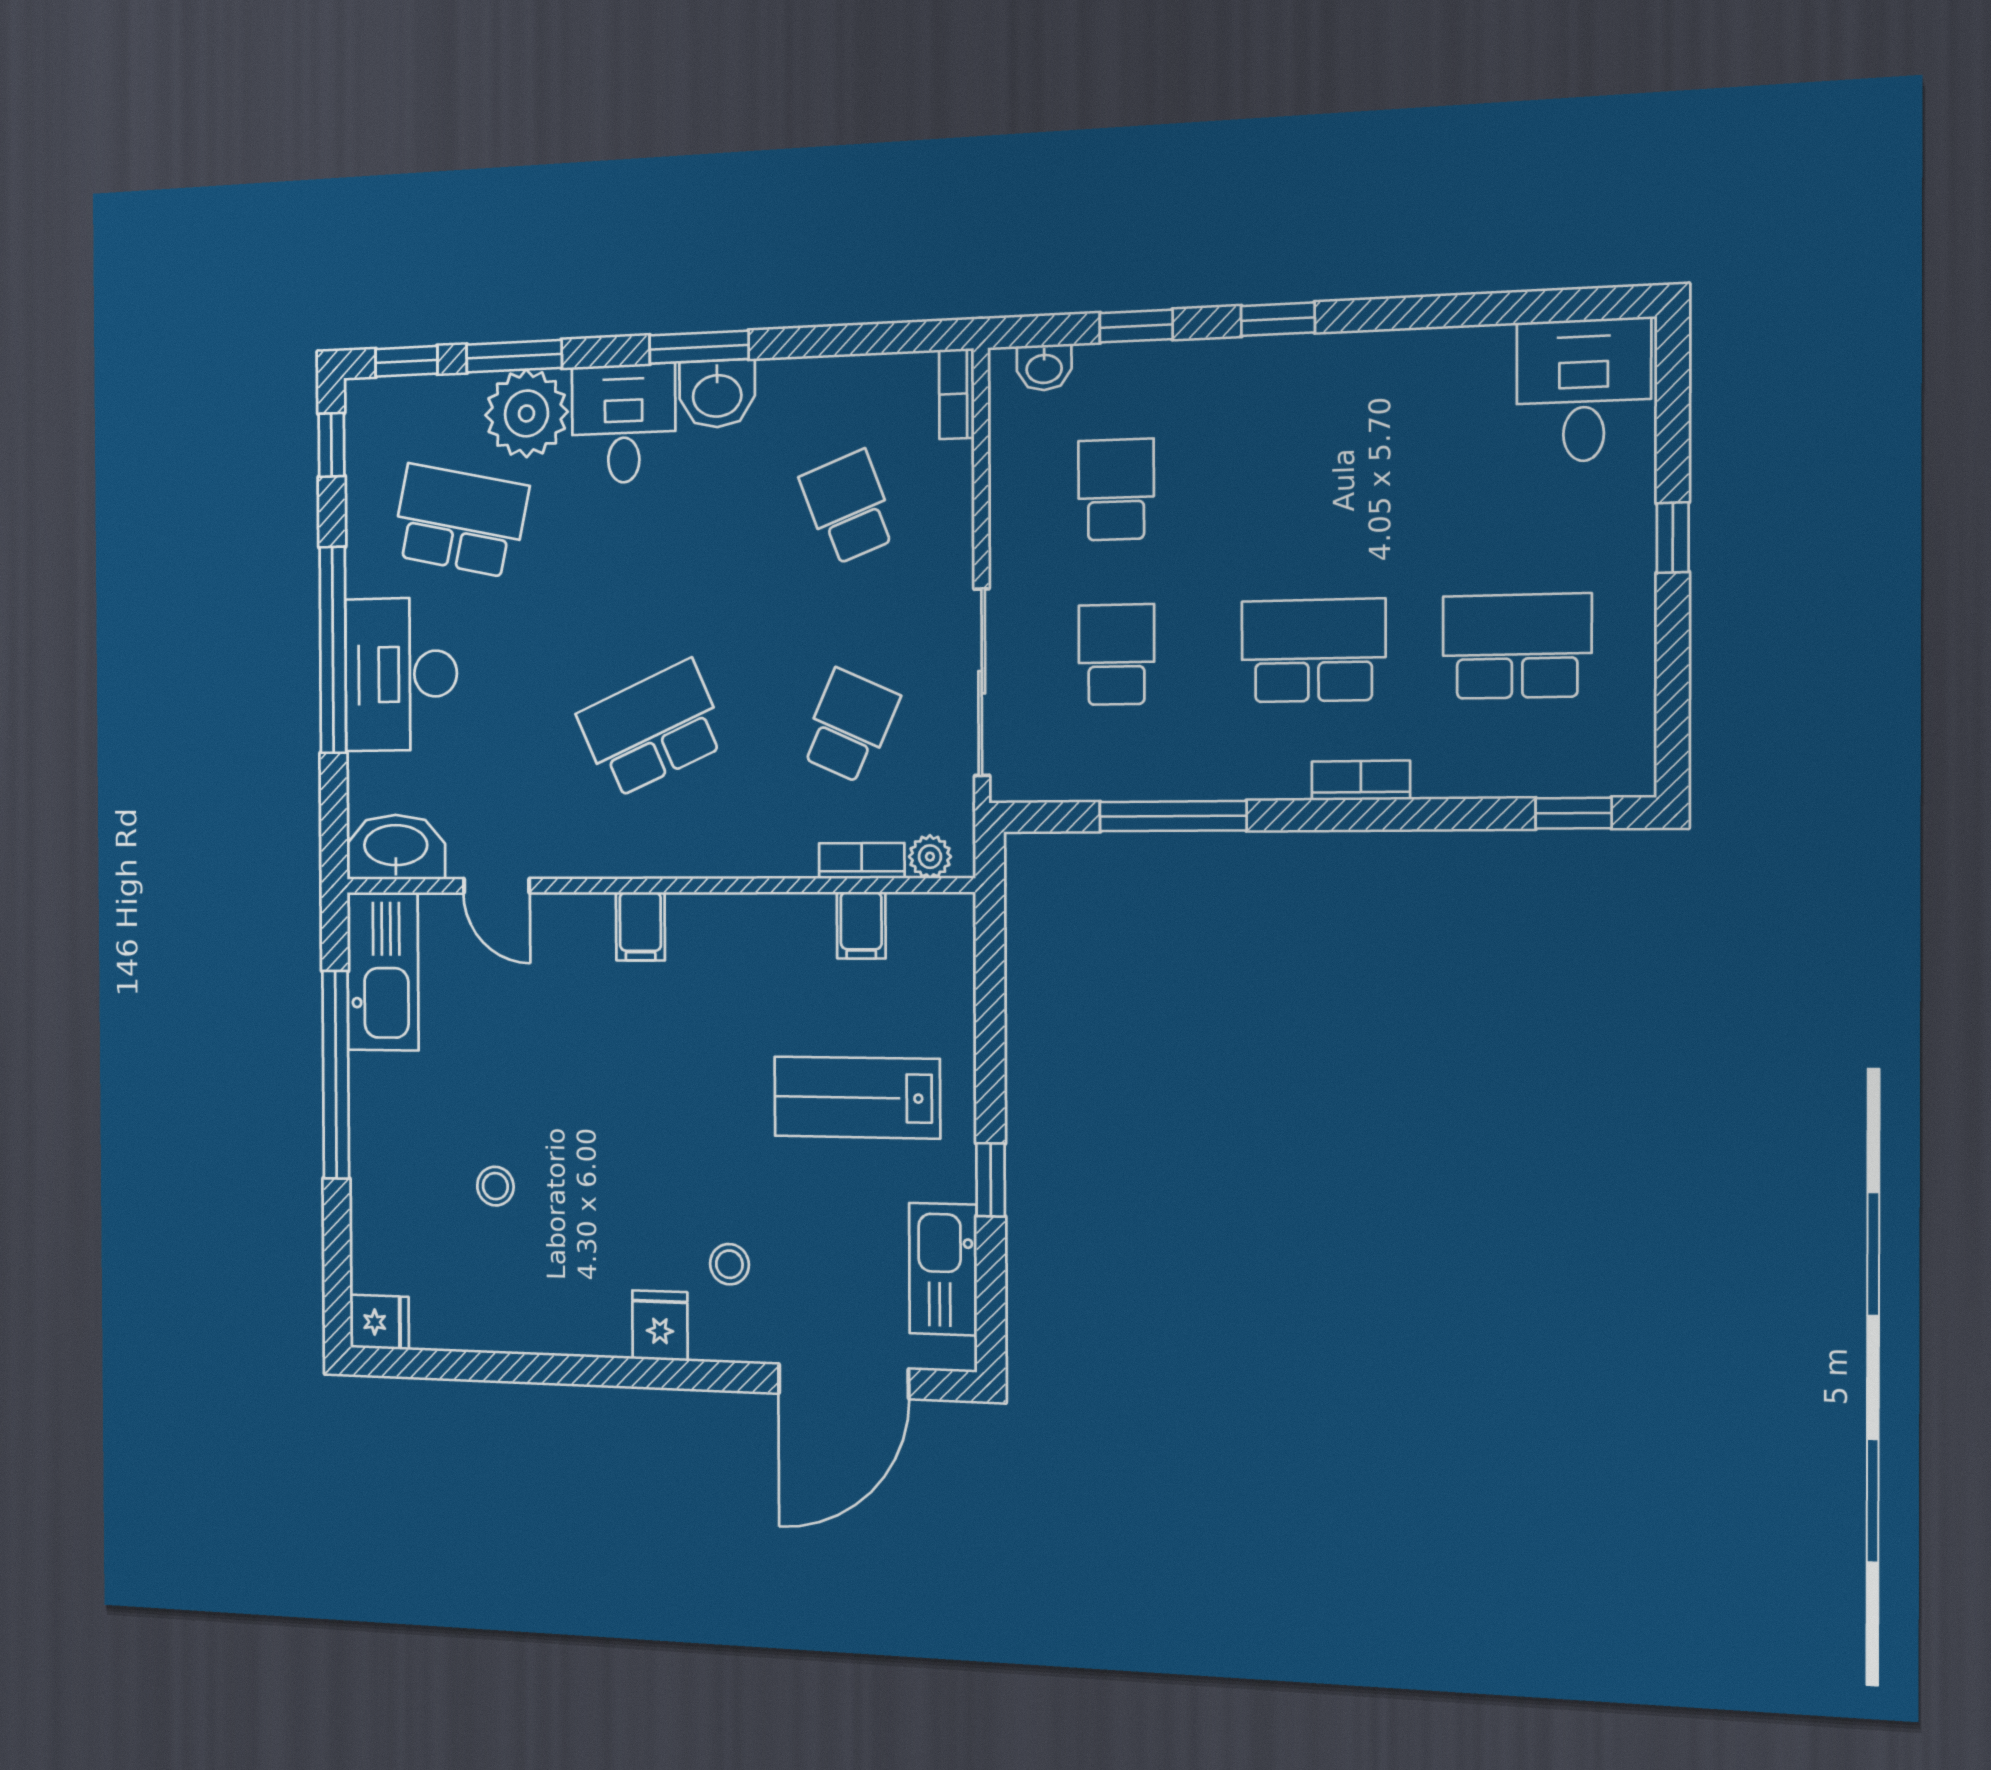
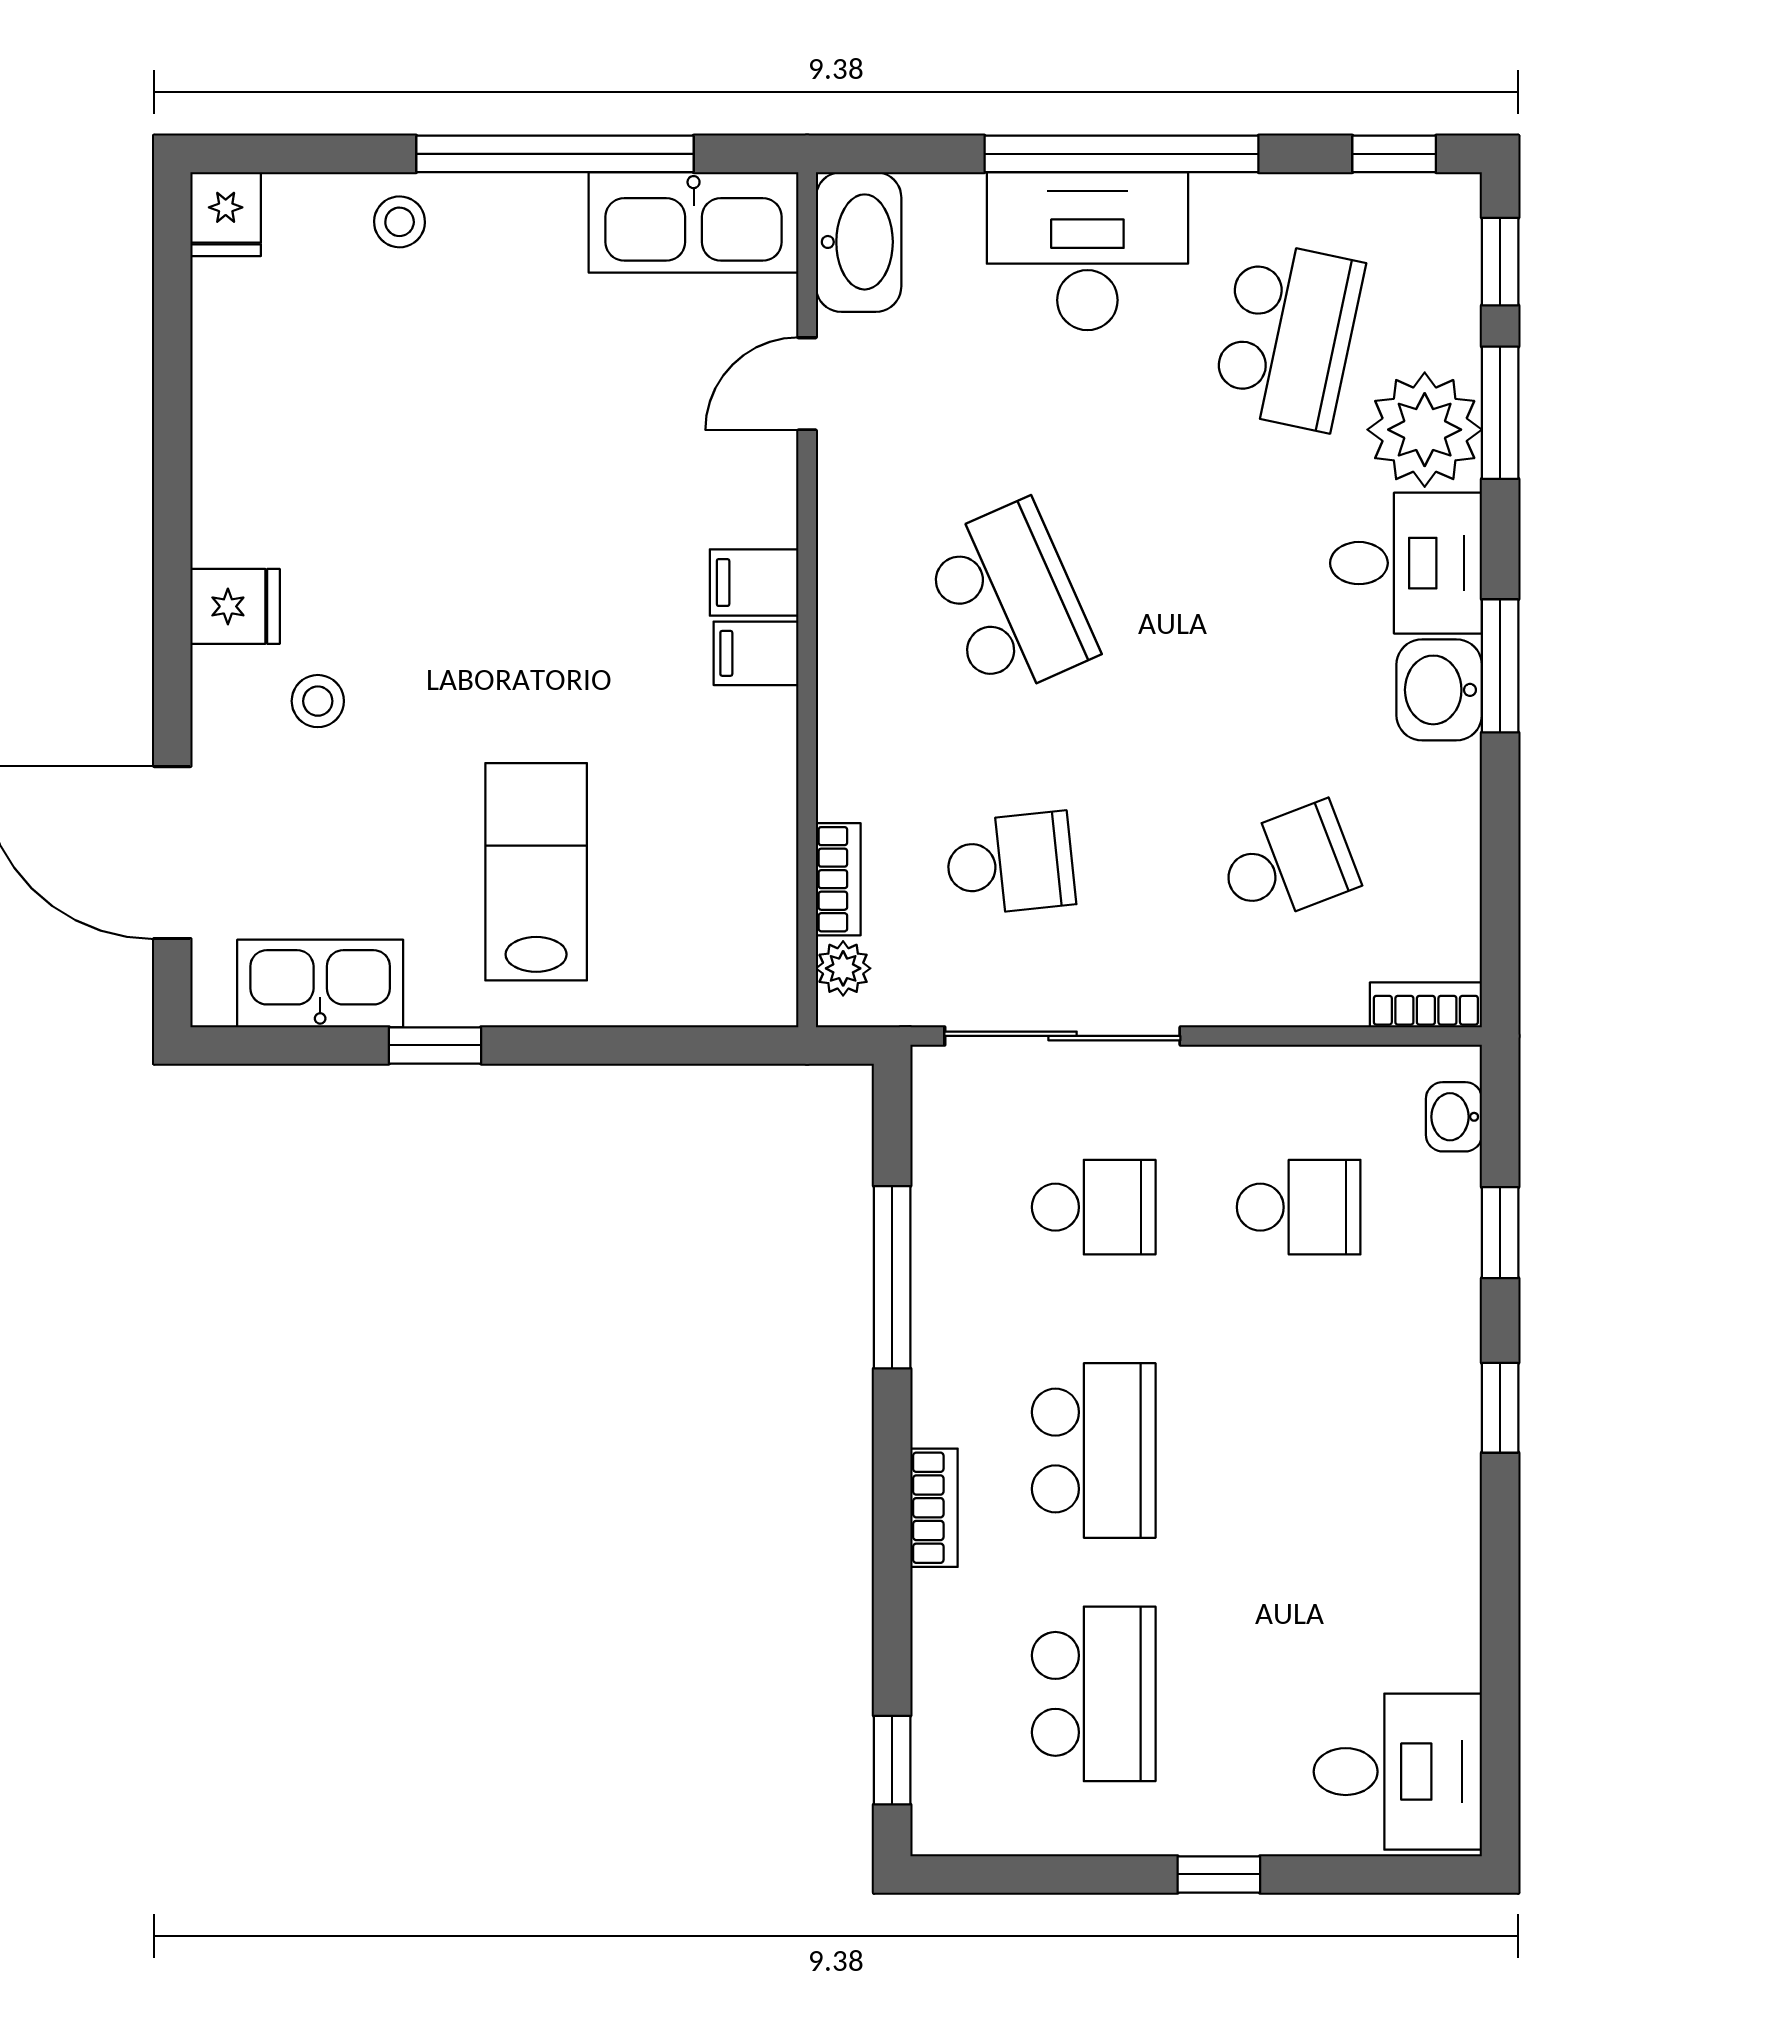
school desk: (849, 726) -> (1010, 864), turned -30
filing cabinet: (861, 925) -> (756, 653), moved
stool: (495, 1186) -> (400, 222), moved

